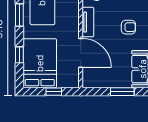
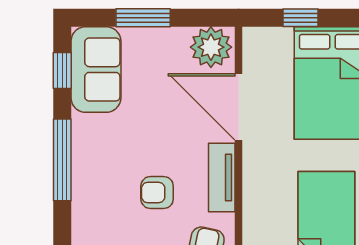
armchair: (128, 27) -> (157, 193), moved
plant: (93, 79) -> (211, 47), added

